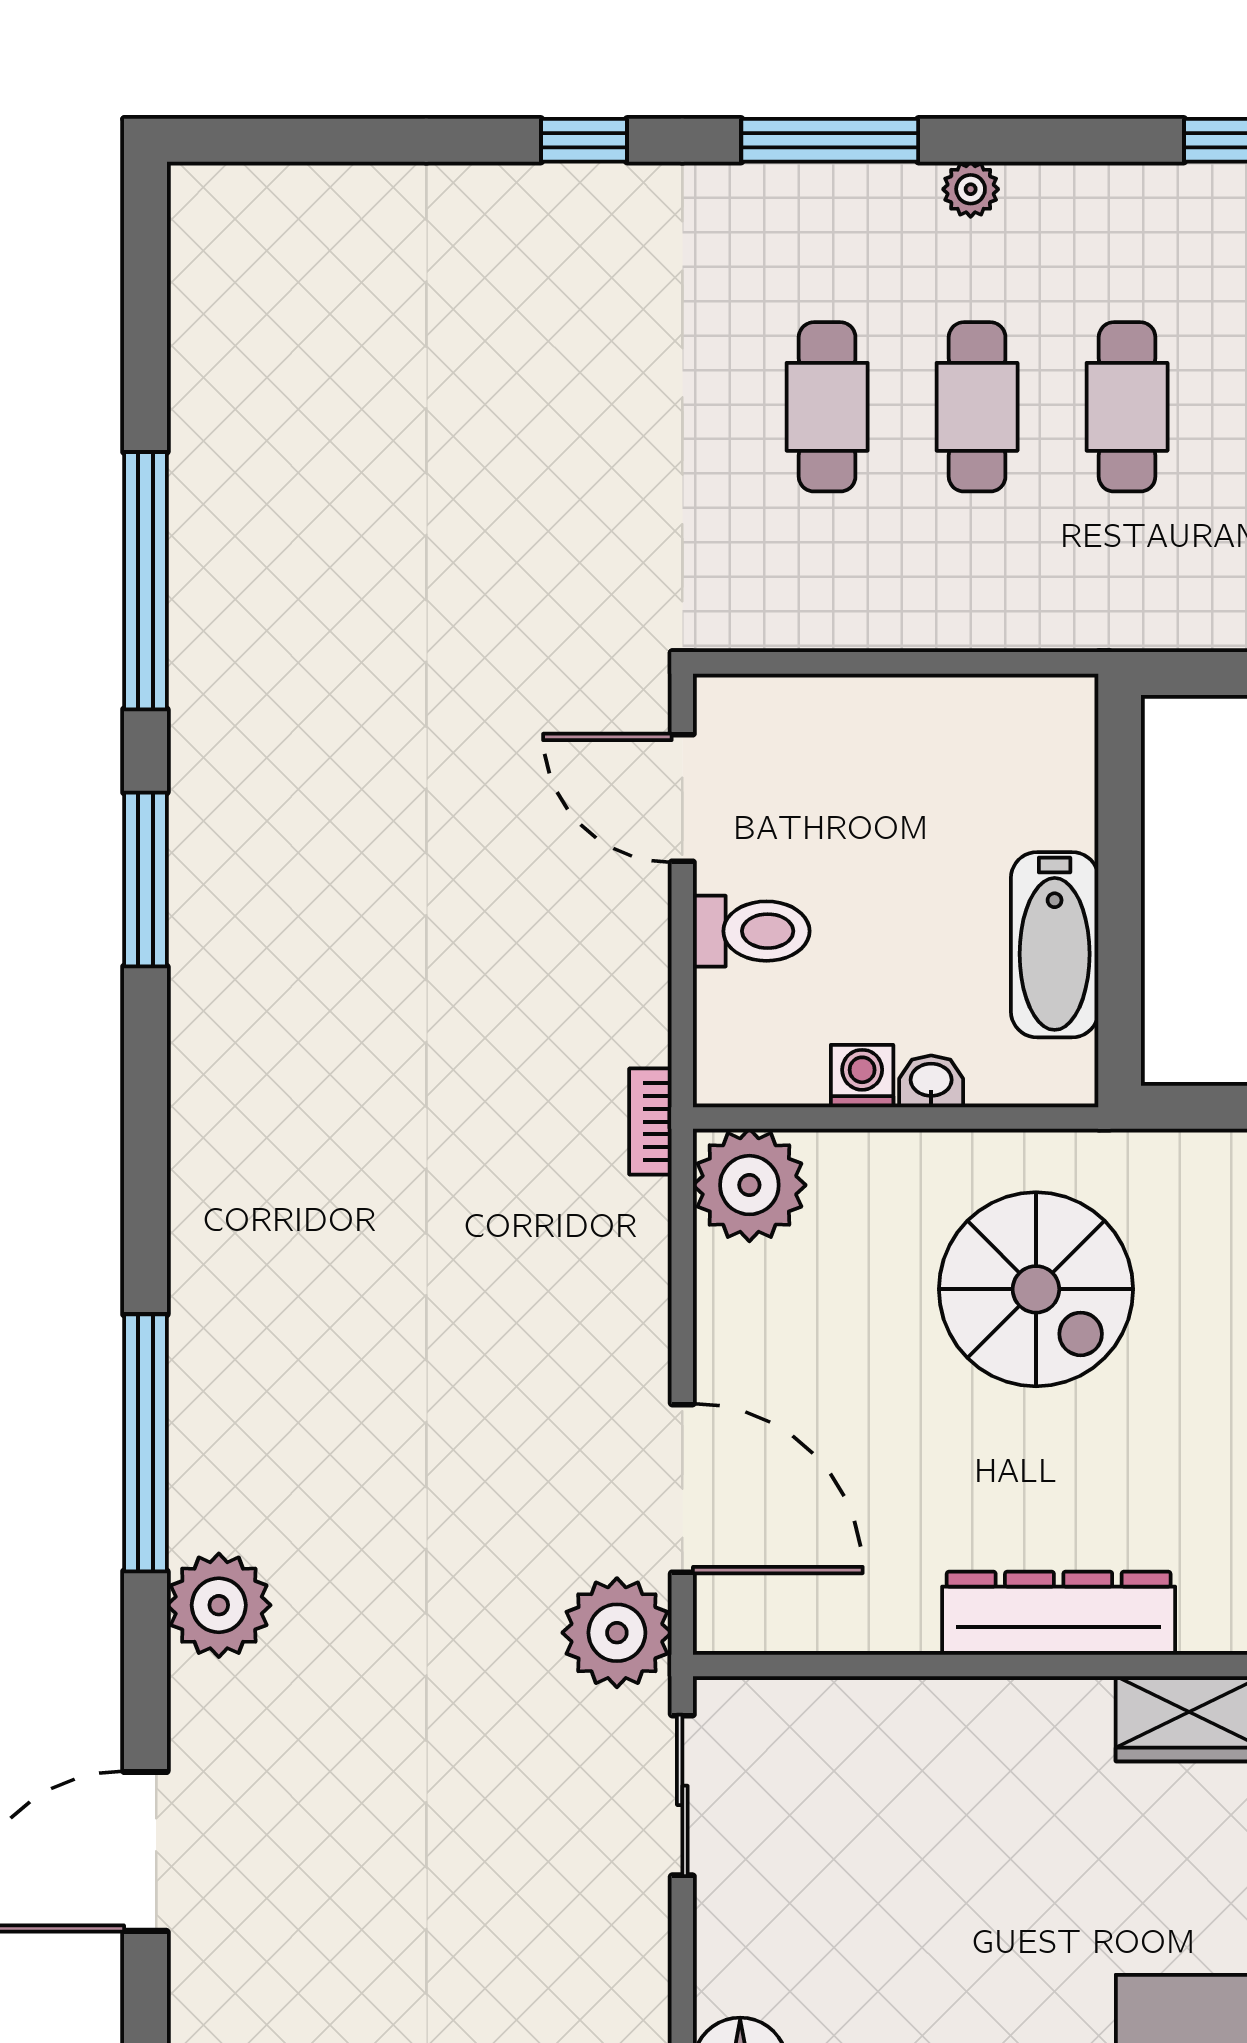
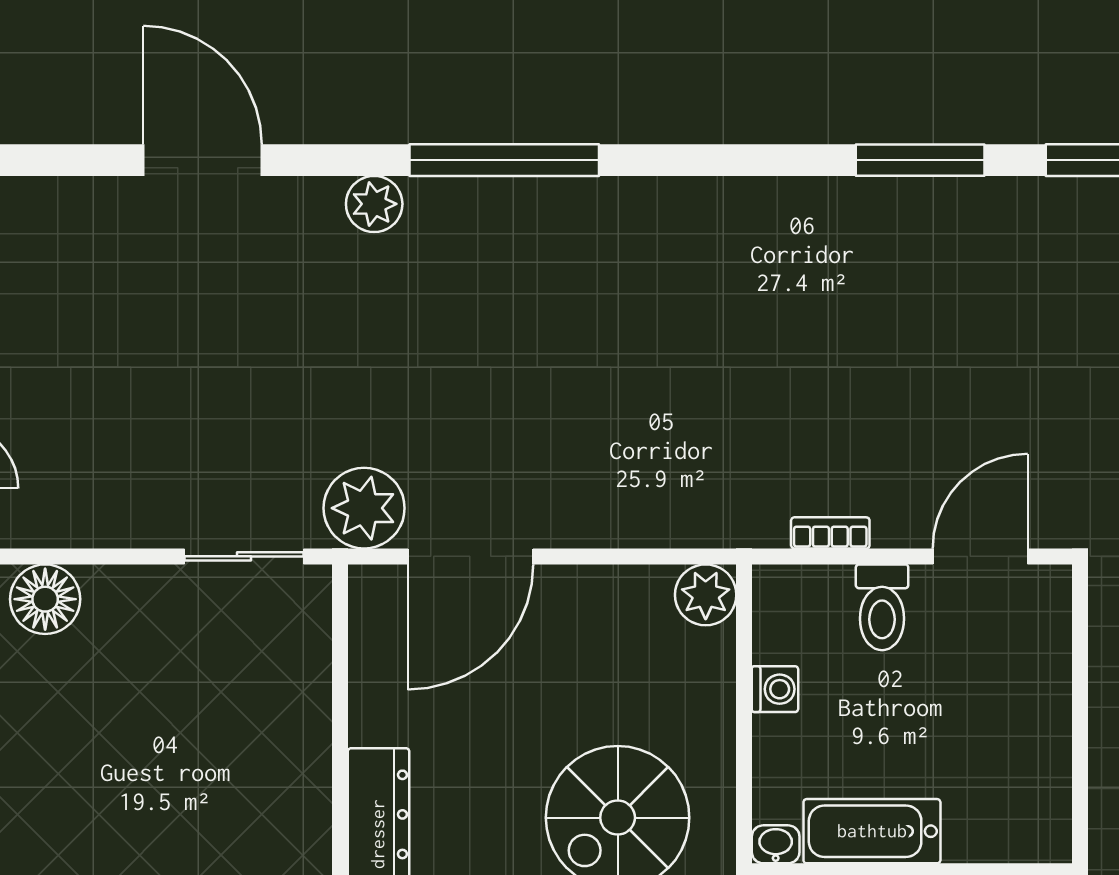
washbasin: (931, 1081) -> (776, 844), moved, turned -90
bookcase: (650, 1122) -> (830, 533), moved
plant: (749, 1185) -> (706, 595), width x0.73, depth x0.73
plant: (219, 1605) -> (374, 204), width x0.73, depth x0.73

